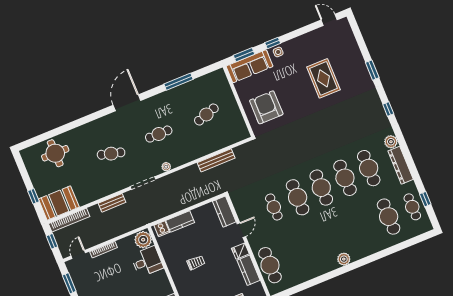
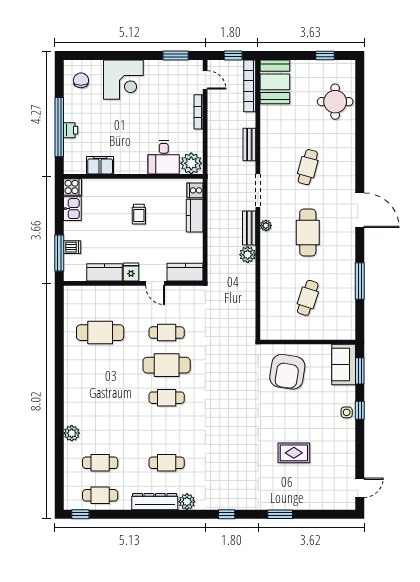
sofa: (250, 66) -> (344, 364), width x0.73
rug: (323, 78) -> (294, 453), width x0.73, depth x0.70
armchair: (266, 107) -> (287, 372), turned 99
cafe table: (206, 115) -> (308, 298), turned 36
cafe table: (159, 134) -> (308, 232), width x1.37, depth x1.35
bench: (216, 160) -> (249, 228), moved, width x0.73
cafe table: (369, 168) -> (167, 463), width x0.73, depth x0.74
plant: (193, 171) -> (248, 255), added
cafe table: (345, 178) -> (167, 430), removed
cafe table: (321, 188) -> (167, 398), width x0.73, depth x0.74
window: (33, 196) -> (325, 55), moved
window: (425, 199) -> (80, 514), moved
cafe table: (389, 217) -> (100, 463), width x0.73, depth x0.74
plant: (344, 259) -> (72, 433), moved
cafe table: (270, 265) -> (100, 333), moved

